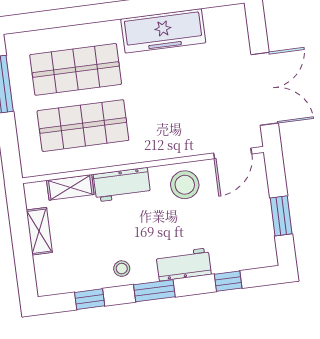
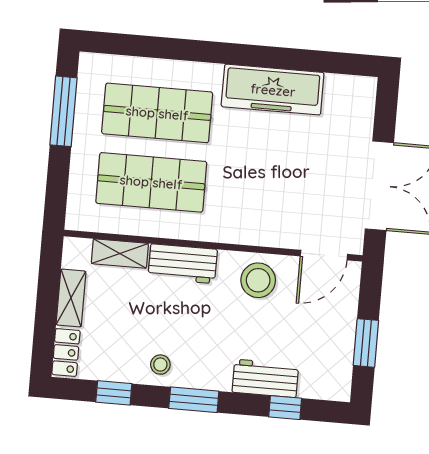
workbench: (184, 264) -> (265, 378), moved
locker: (45, 275) -> (66, 352), added

